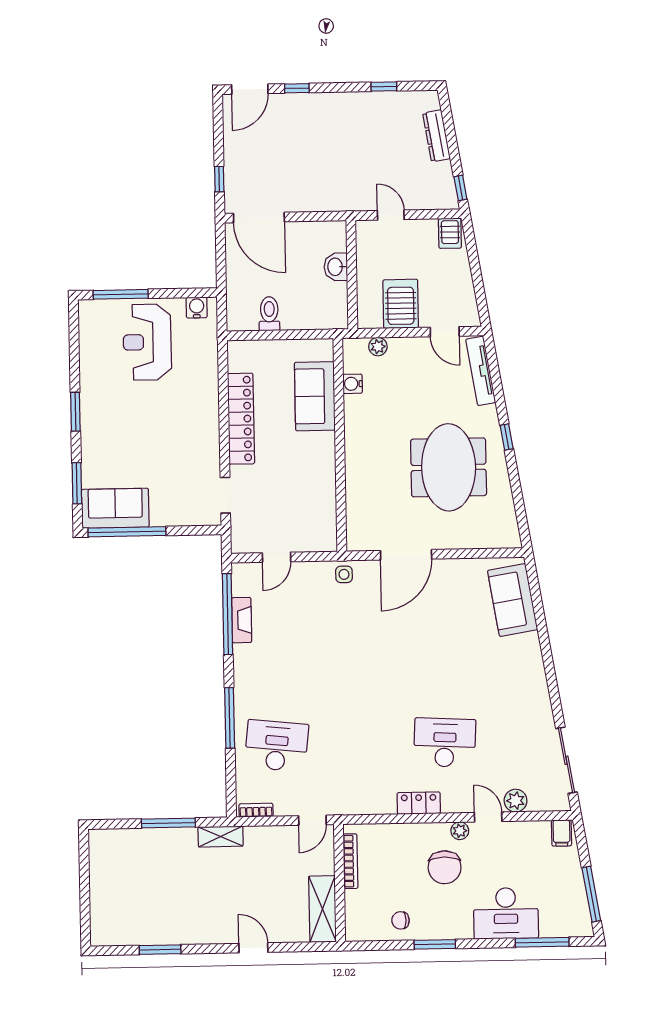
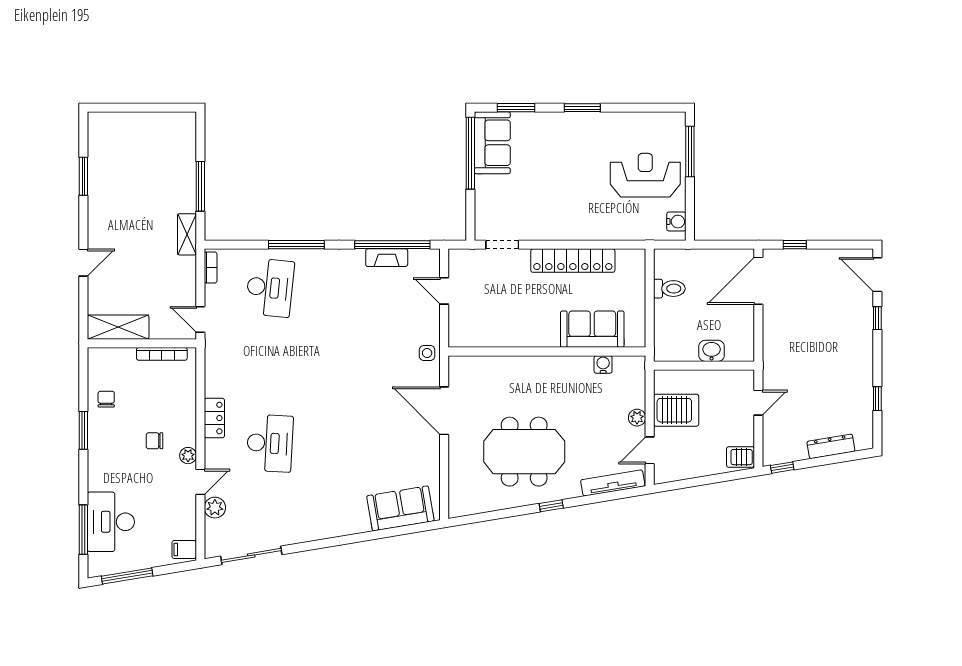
plant: (378, 347) -> (637, 418), moved
chair: (445, 867) -> (155, 441), width x0.54, depth x0.54
desk: (506, 913) -> (111, 522), moved

